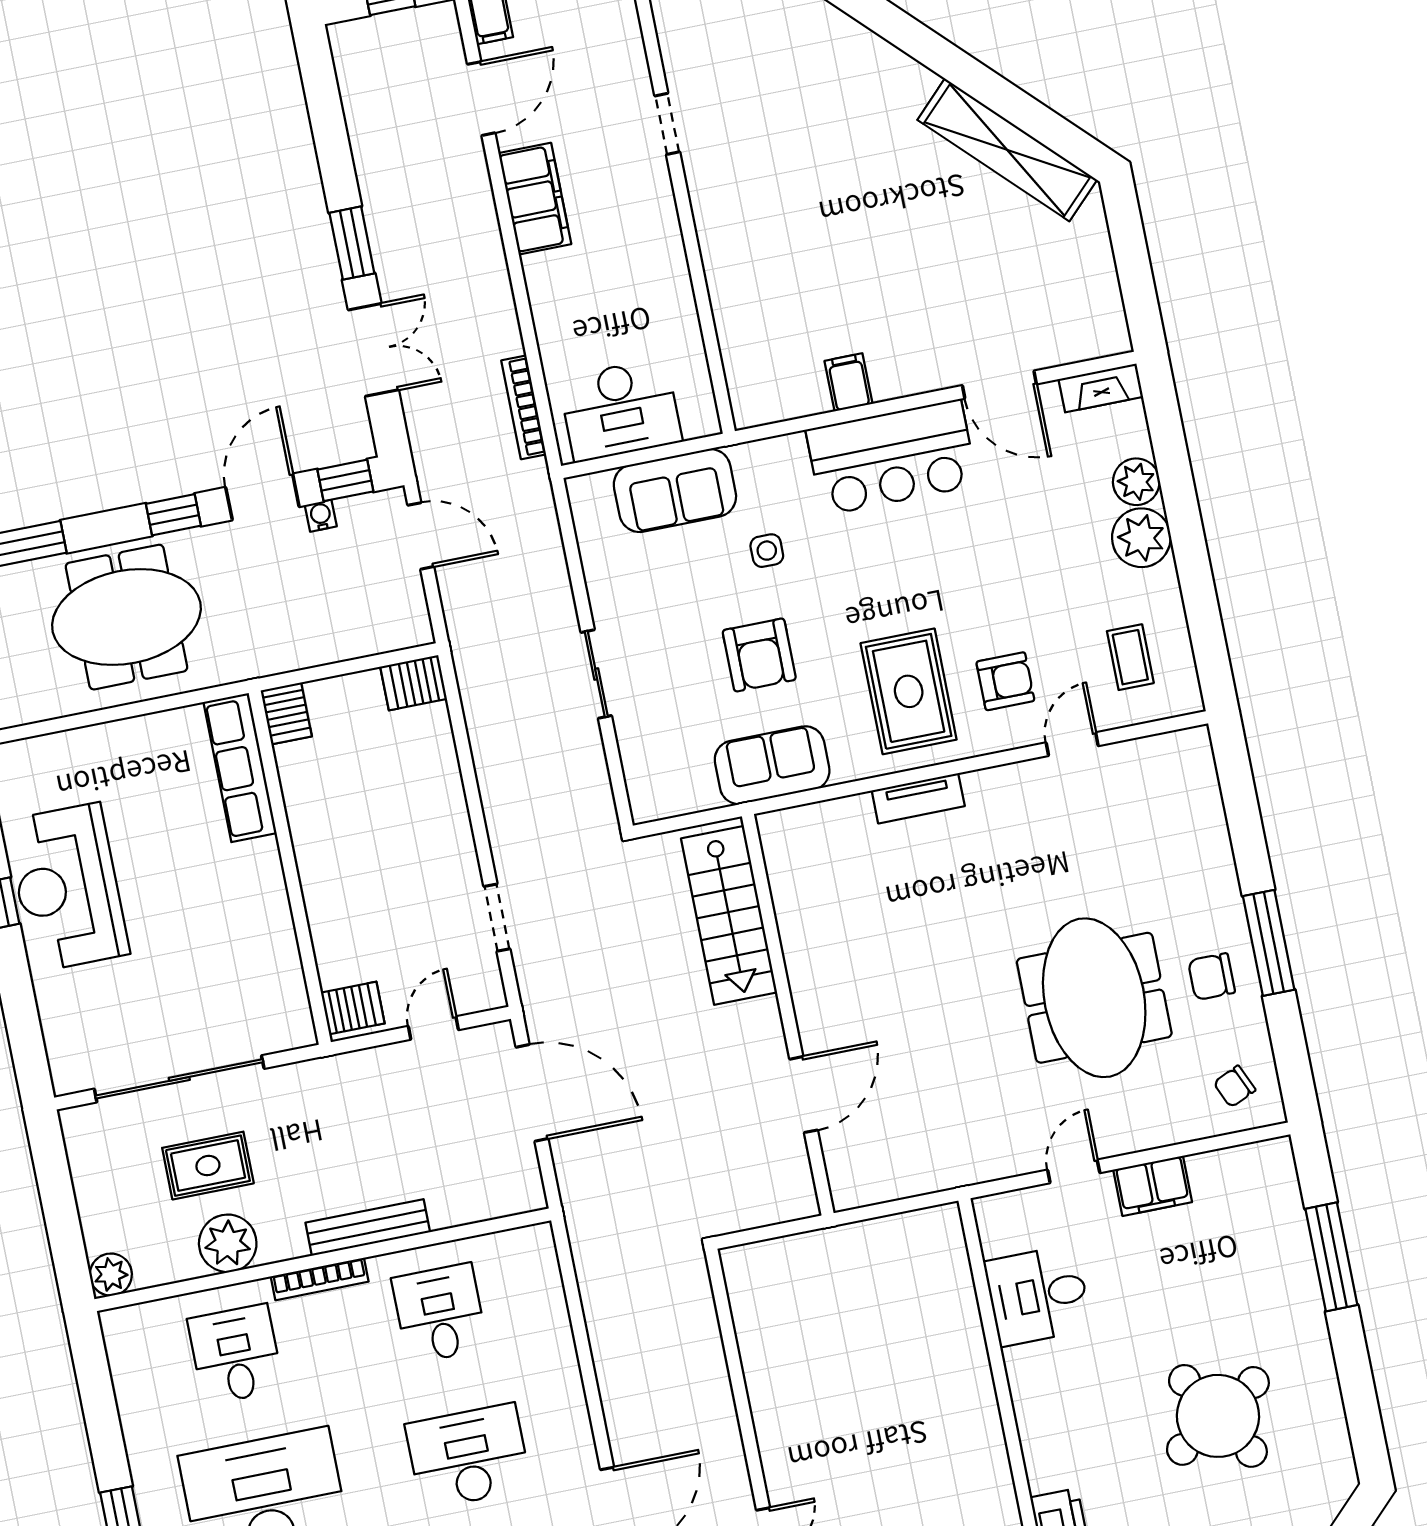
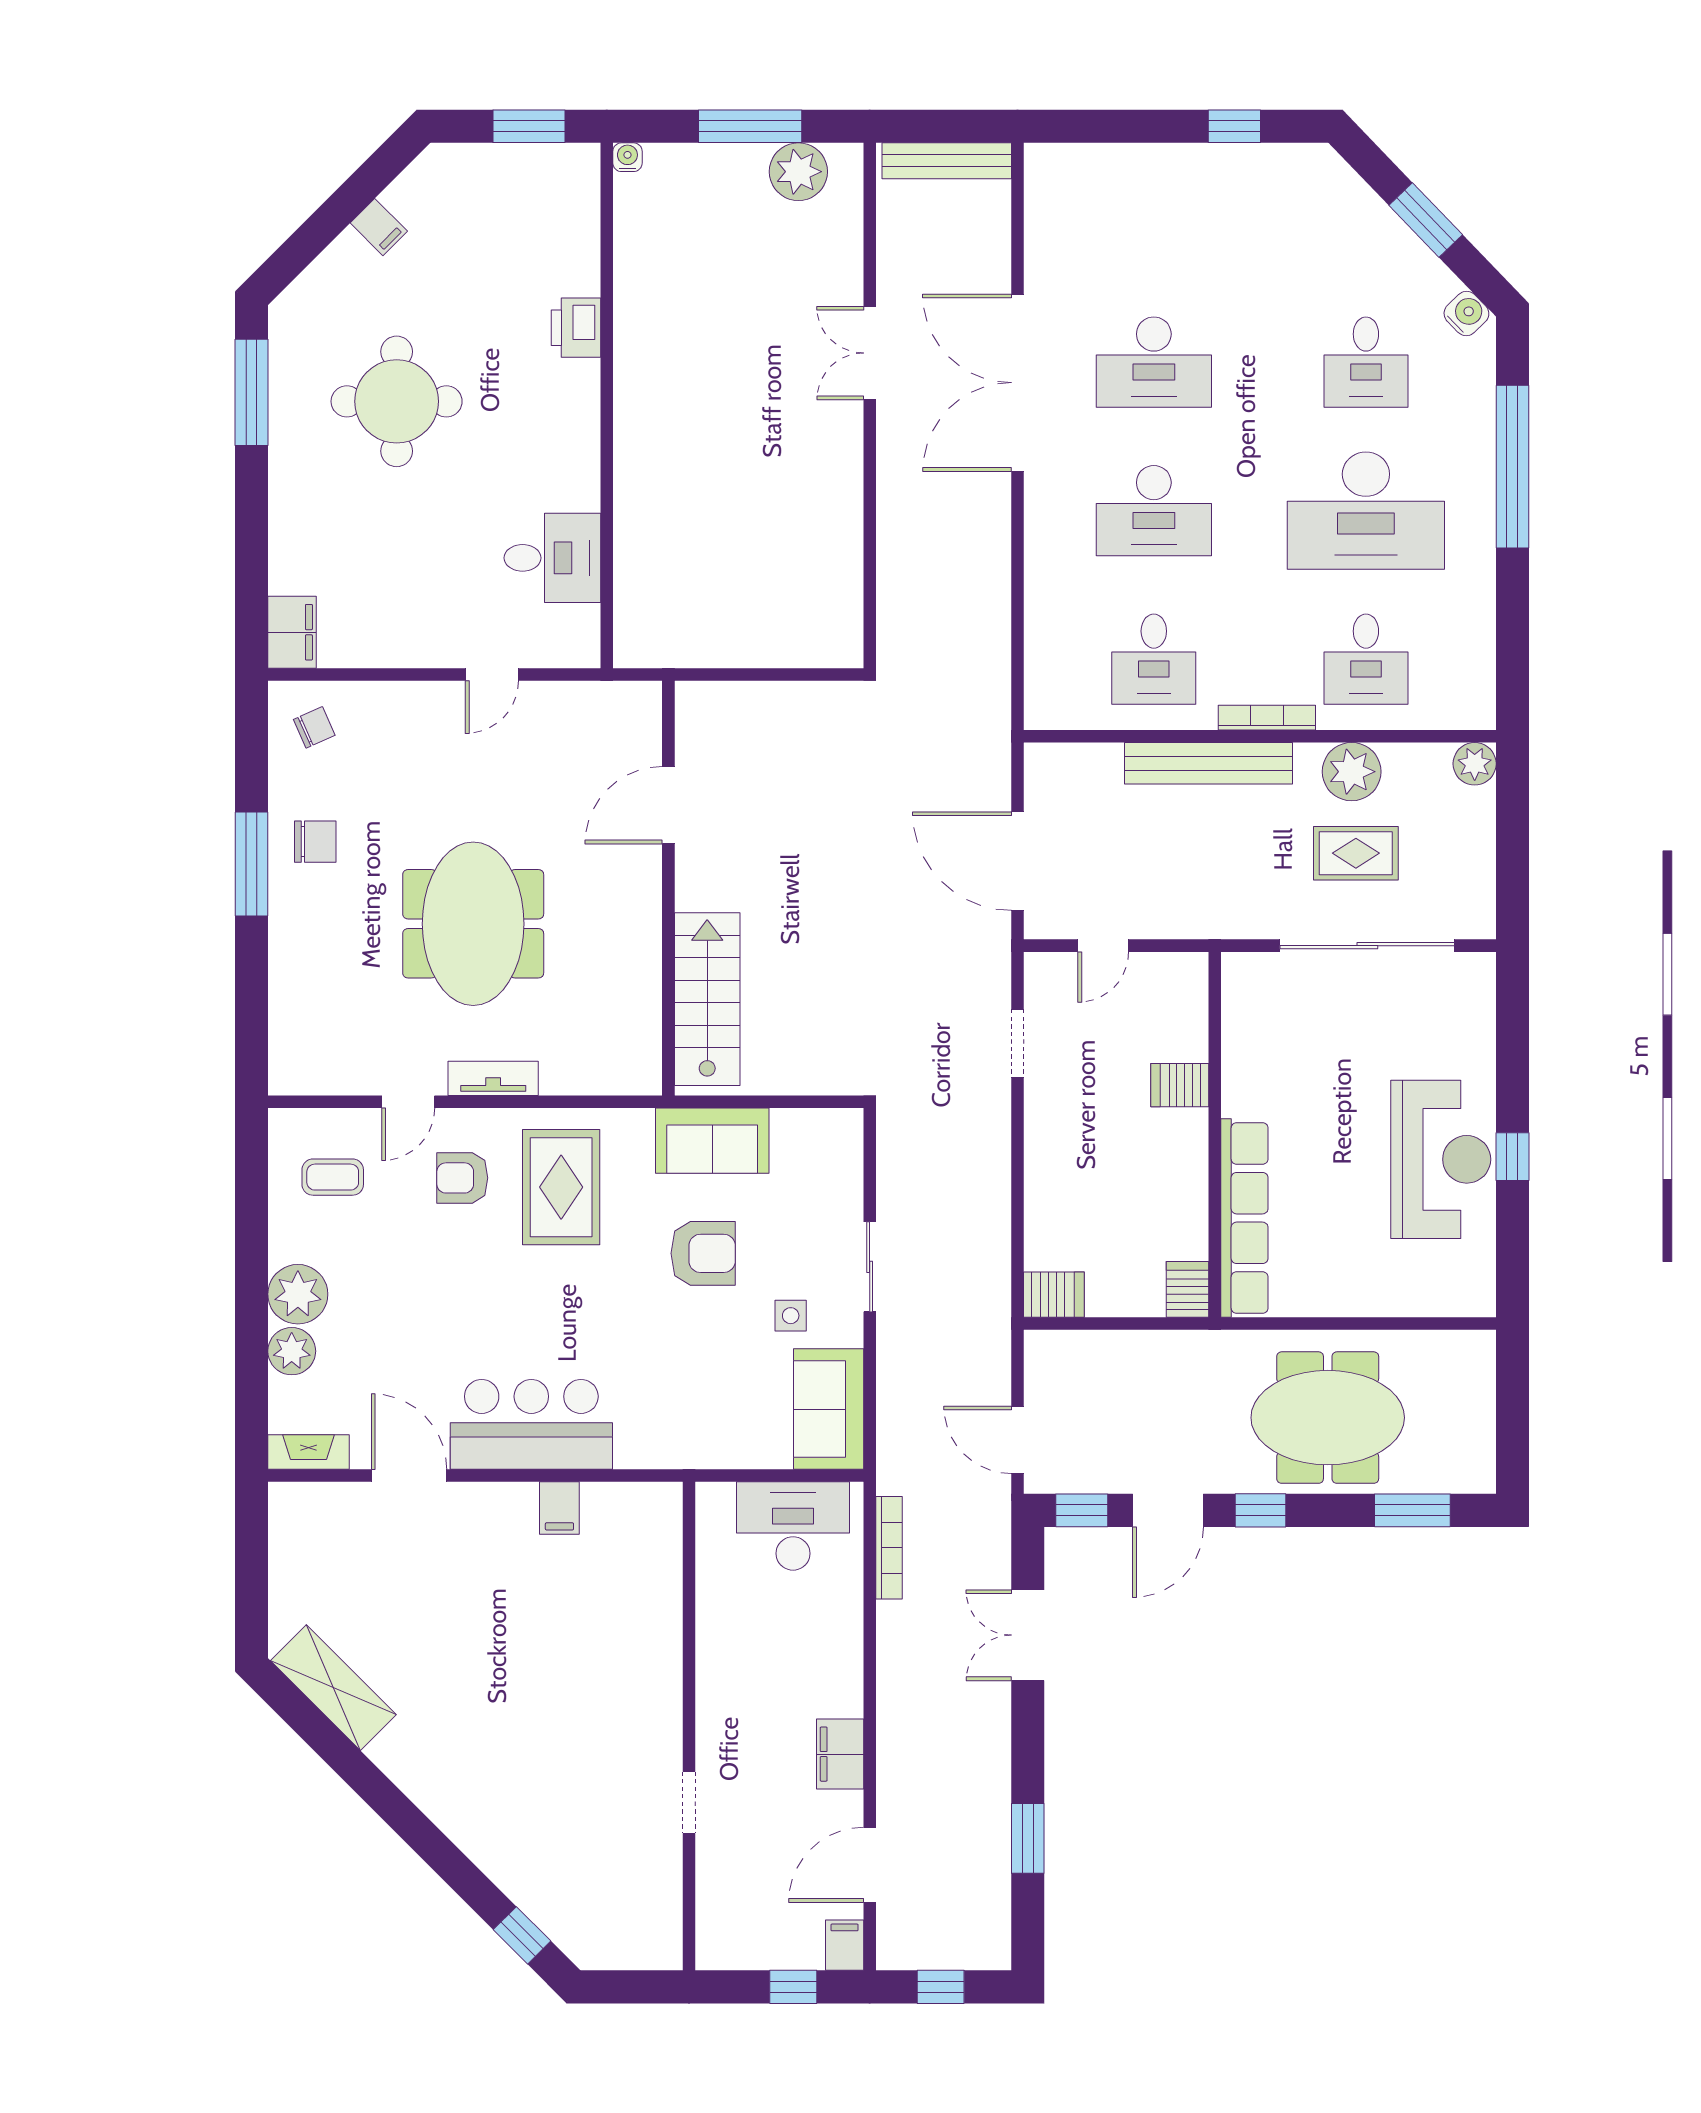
shelving: (1007, 150) -> (333, 1688), width x0.68
filing cabinet: (535, 199) -> (840, 1754), width x0.67, depth x0.86
window: (352, 243) -> (1028, 1838), moved
sofa: (675, 491) -> (829, 1409), moved, turned -90
water cooler: (321, 516) -> (1113, 1480), removed
side table: (767, 551) -> (791, 1316), moved
armchair: (759, 655) -> (703, 1253), turned 90
coffee table: (1130, 657) -> (333, 1177), turned 90
row of seats: (240, 768) -> (1244, 1218), width x1.36
tv unit: (918, 798) -> (493, 1078), moved
stairs: (729, 915) -> (707, 999), moved
meeting table: (1094, 998) -> (473, 924), moved
server rack: (353, 1008) -> (1180, 1085), moved
wall: (788, 1015) -> (668, 888), moved
door: (804, 1095) -> (668, 805), moved
filing cabinet: (1153, 1186) -> (292, 632), moved, turned 90
bench: (368, 1227) -> (1209, 763), width x1.37, depth x1.21
window: (1331, 1257) -> (252, 392), moved
round table: (1218, 1416) -> (397, 401), turned 32

